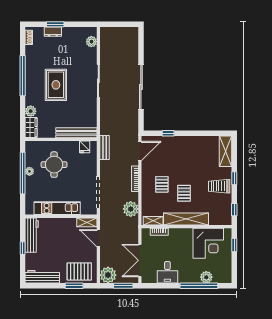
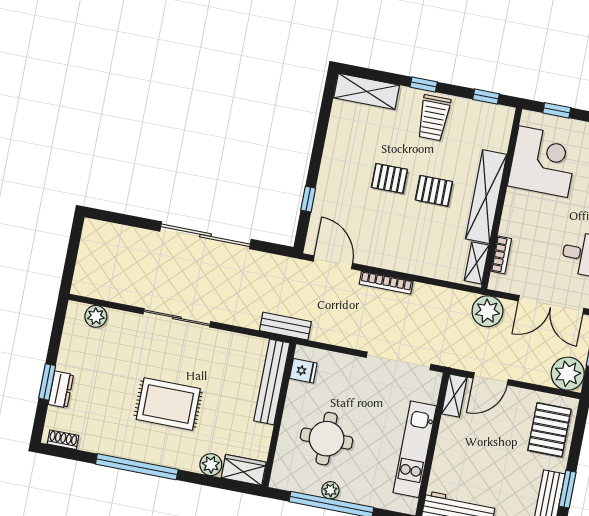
bench: (105, 148) -> (285, 326), moved
pallet: (162, 184) -> (389, 178), moved
plant: (131, 209) -> (487, 311), moved
window: (74, 286) -> (567, 489), moved

